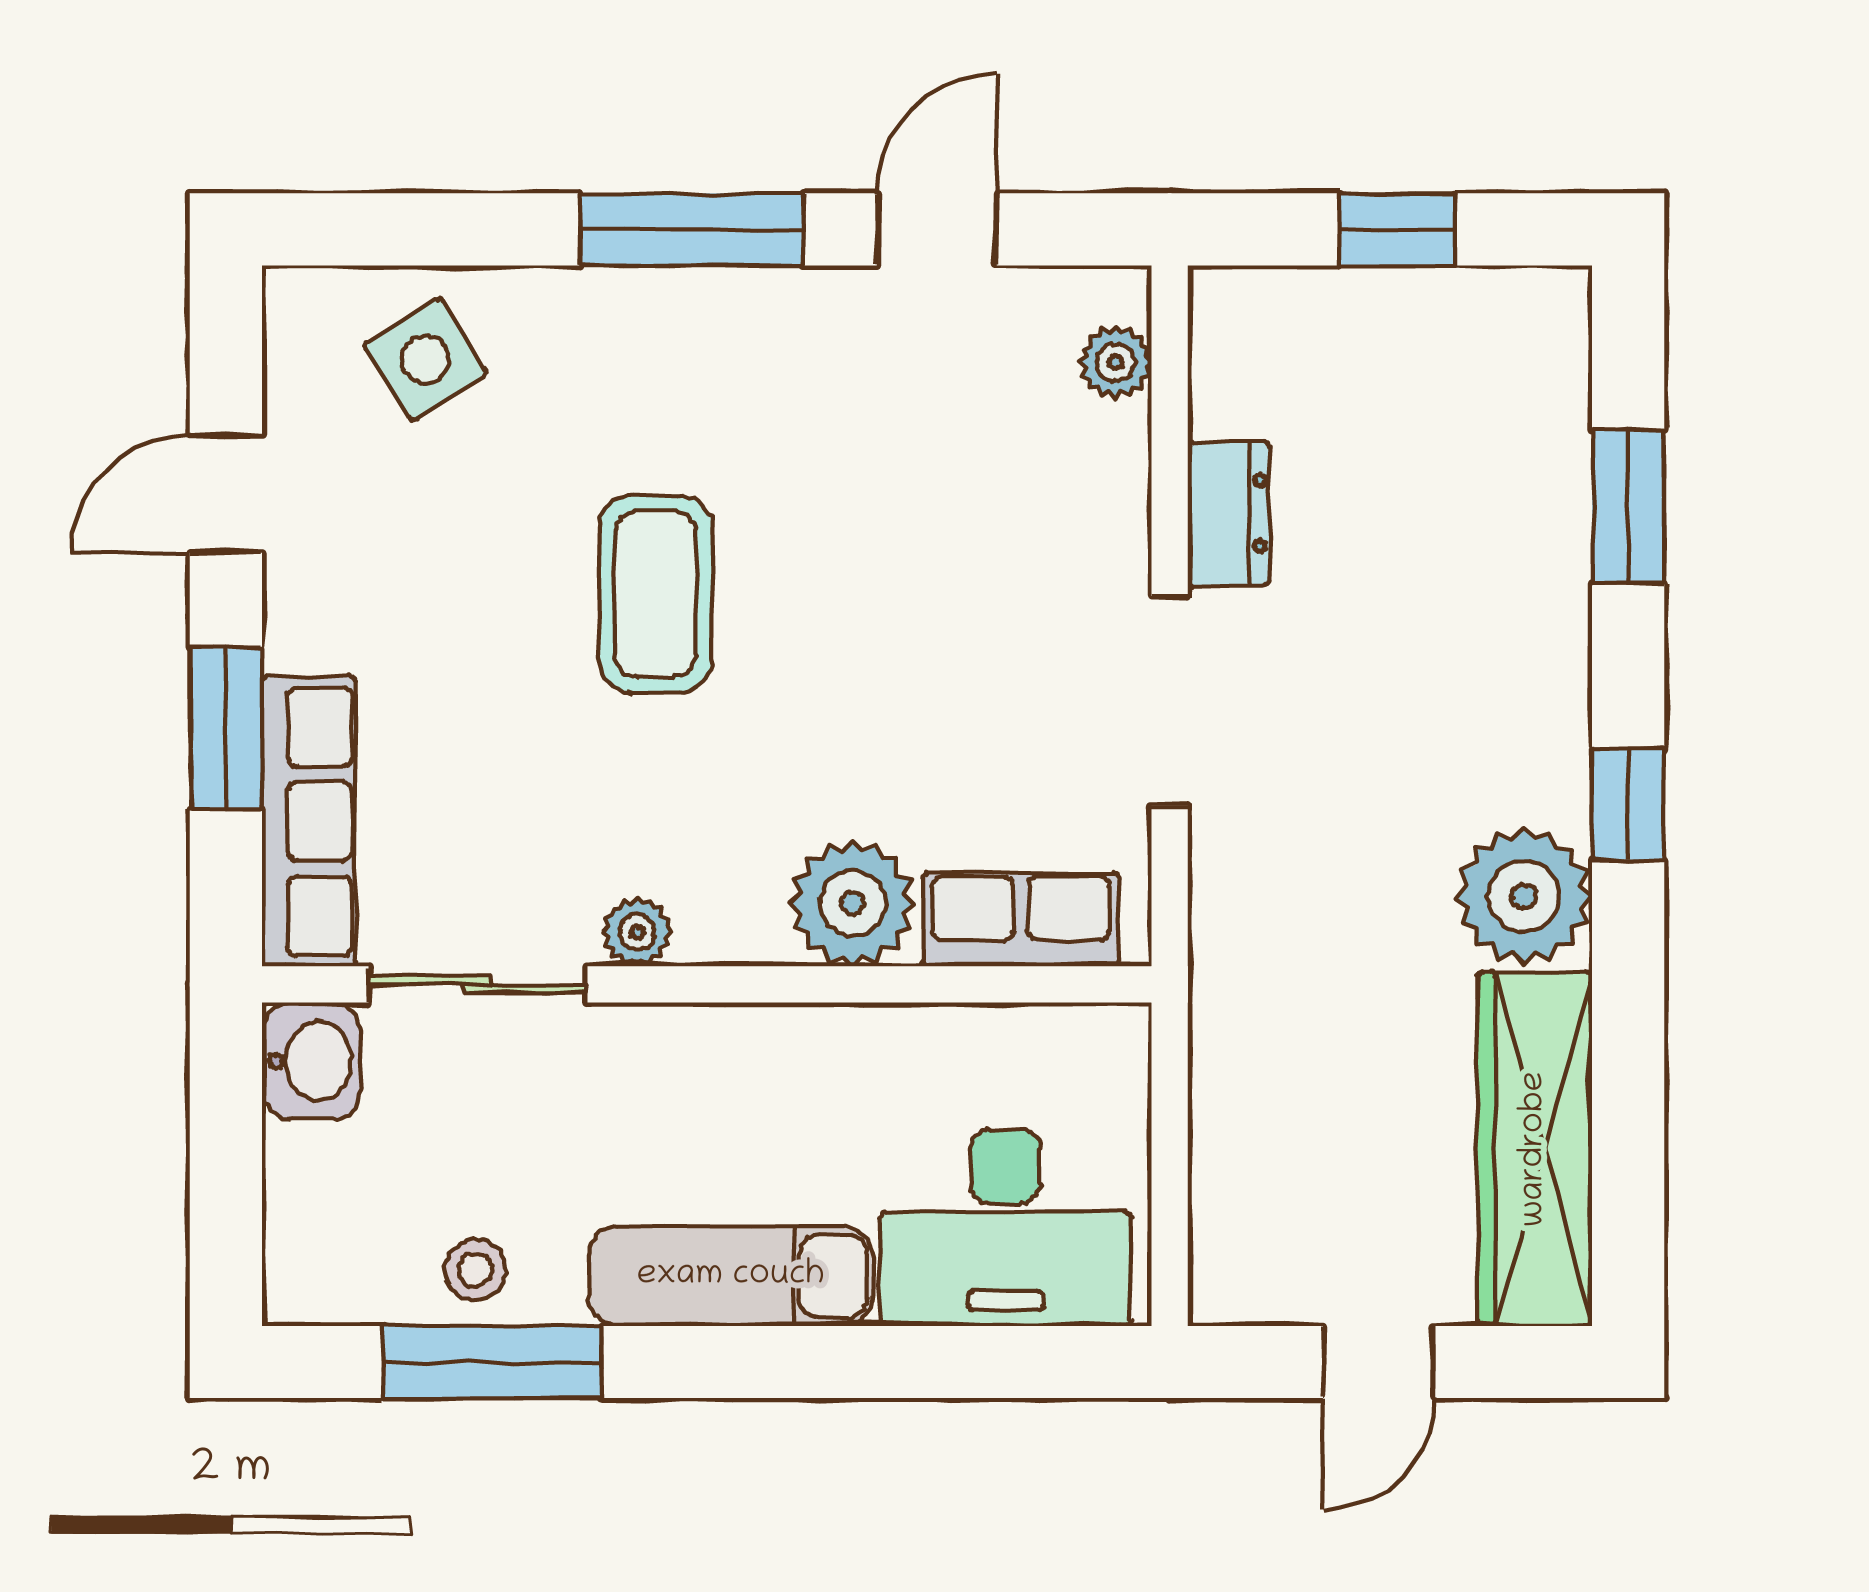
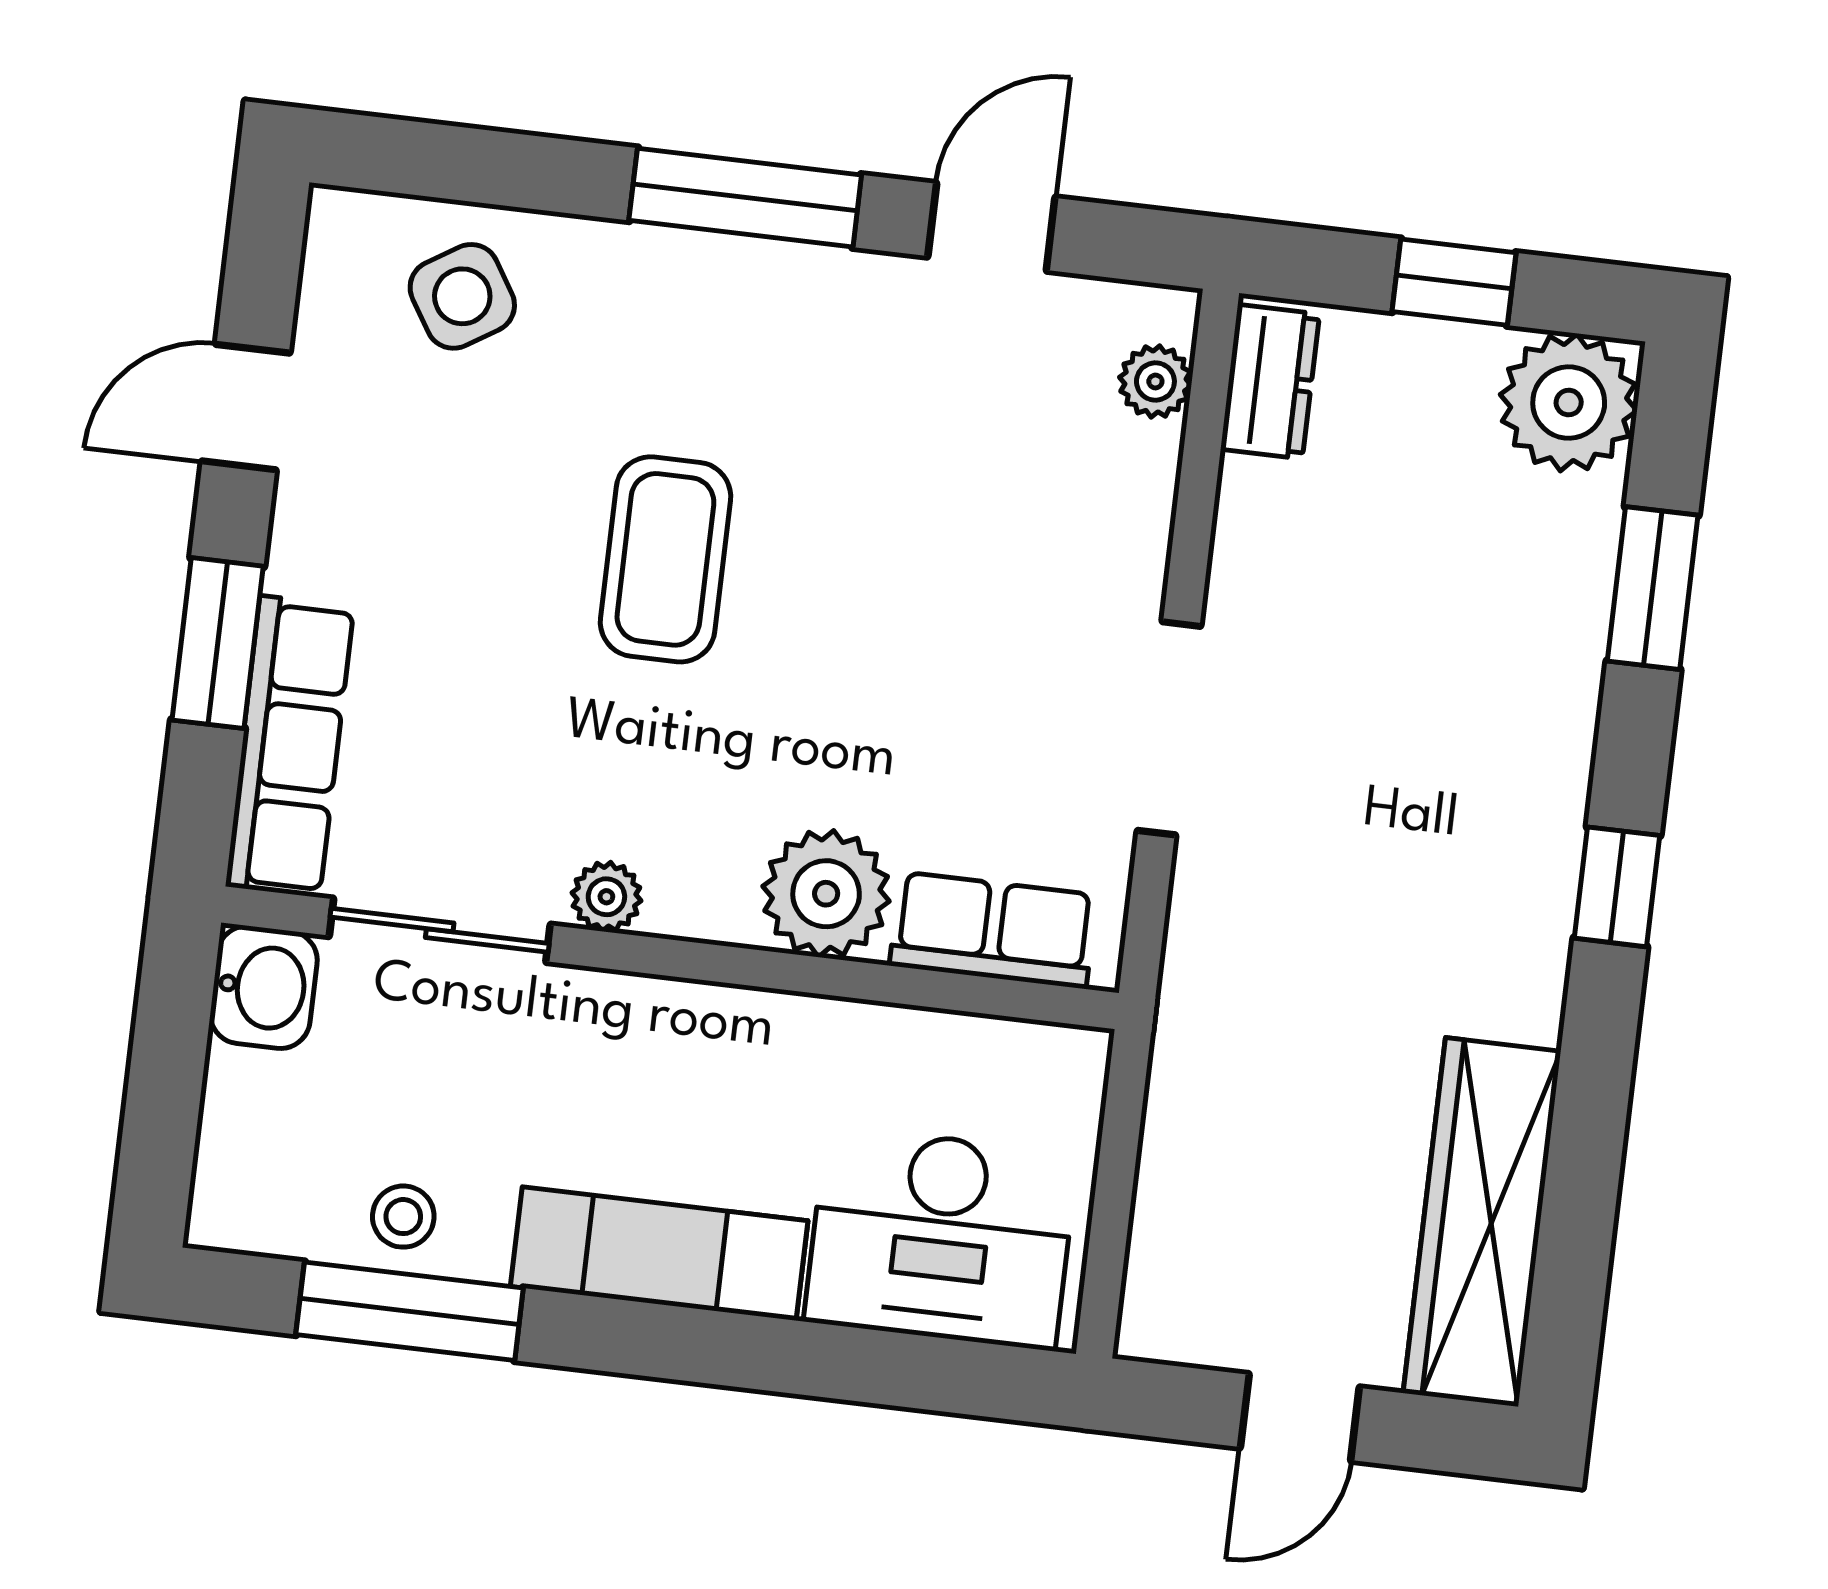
dresser: (1228, 514) -> (1270, 382), moved
plant: (1524, 896) -> (1569, 403), moved

